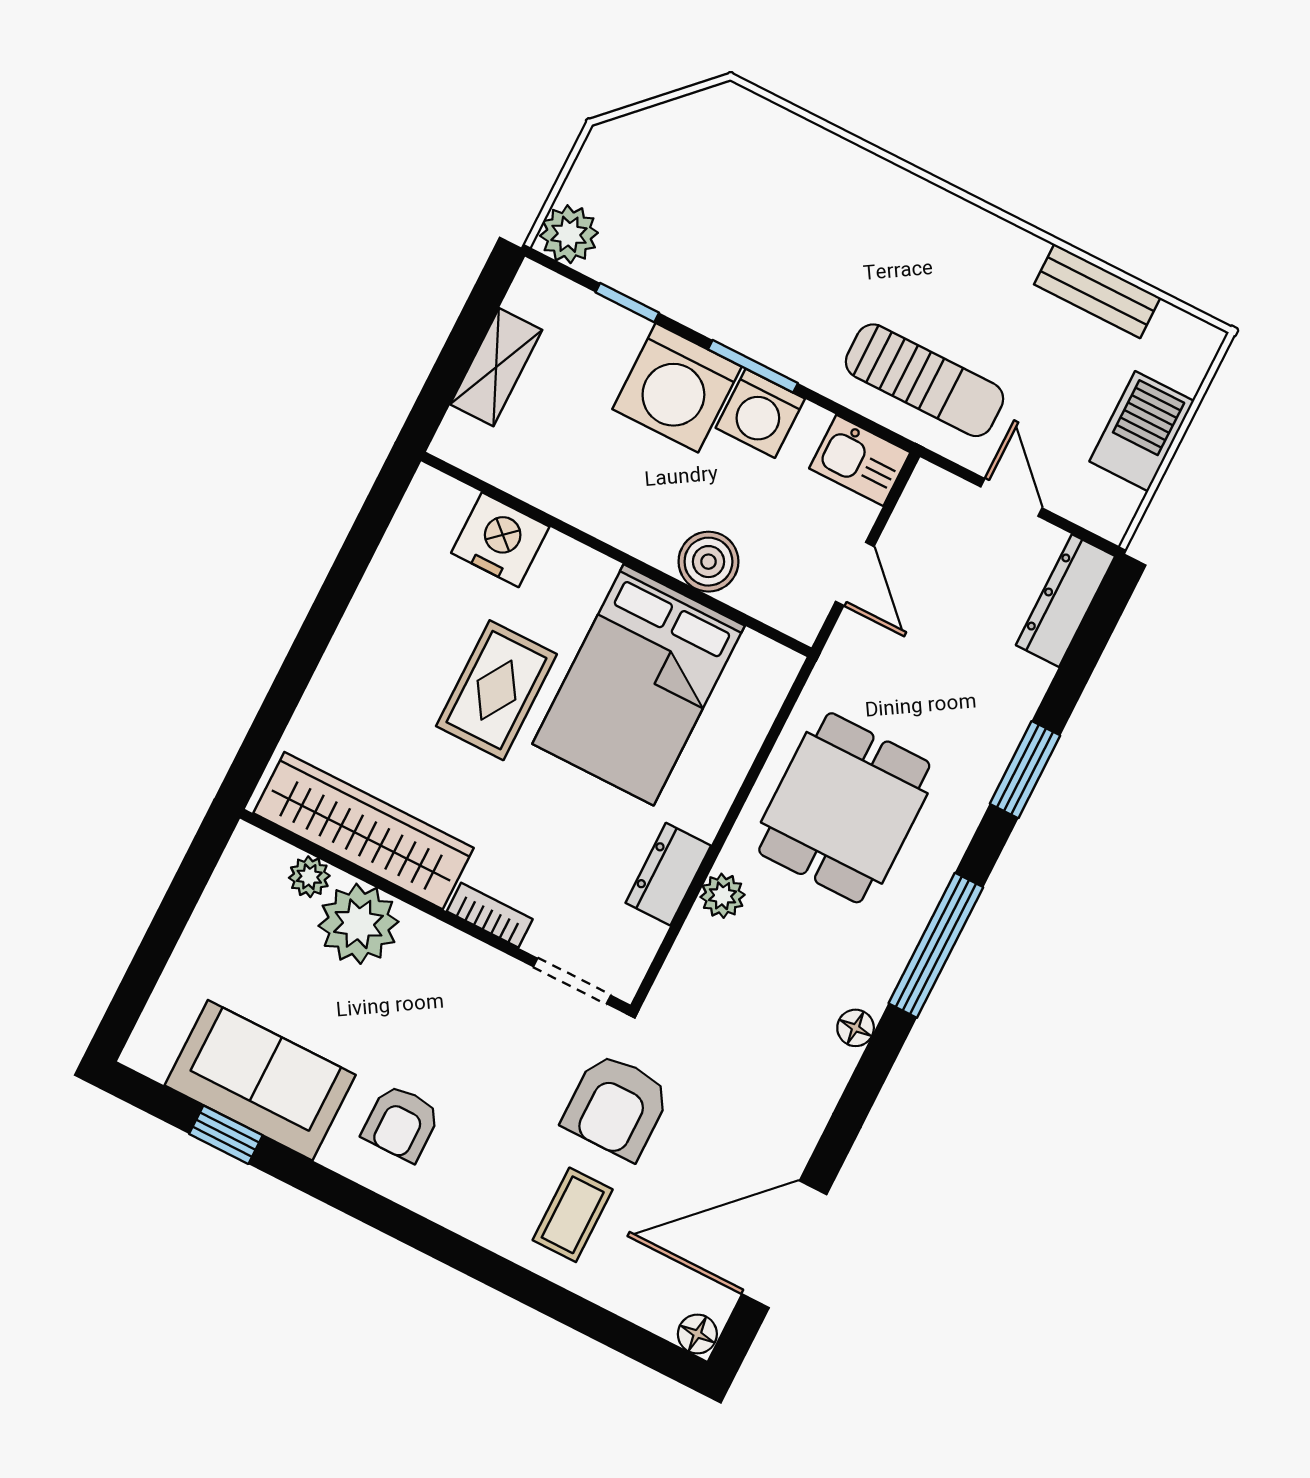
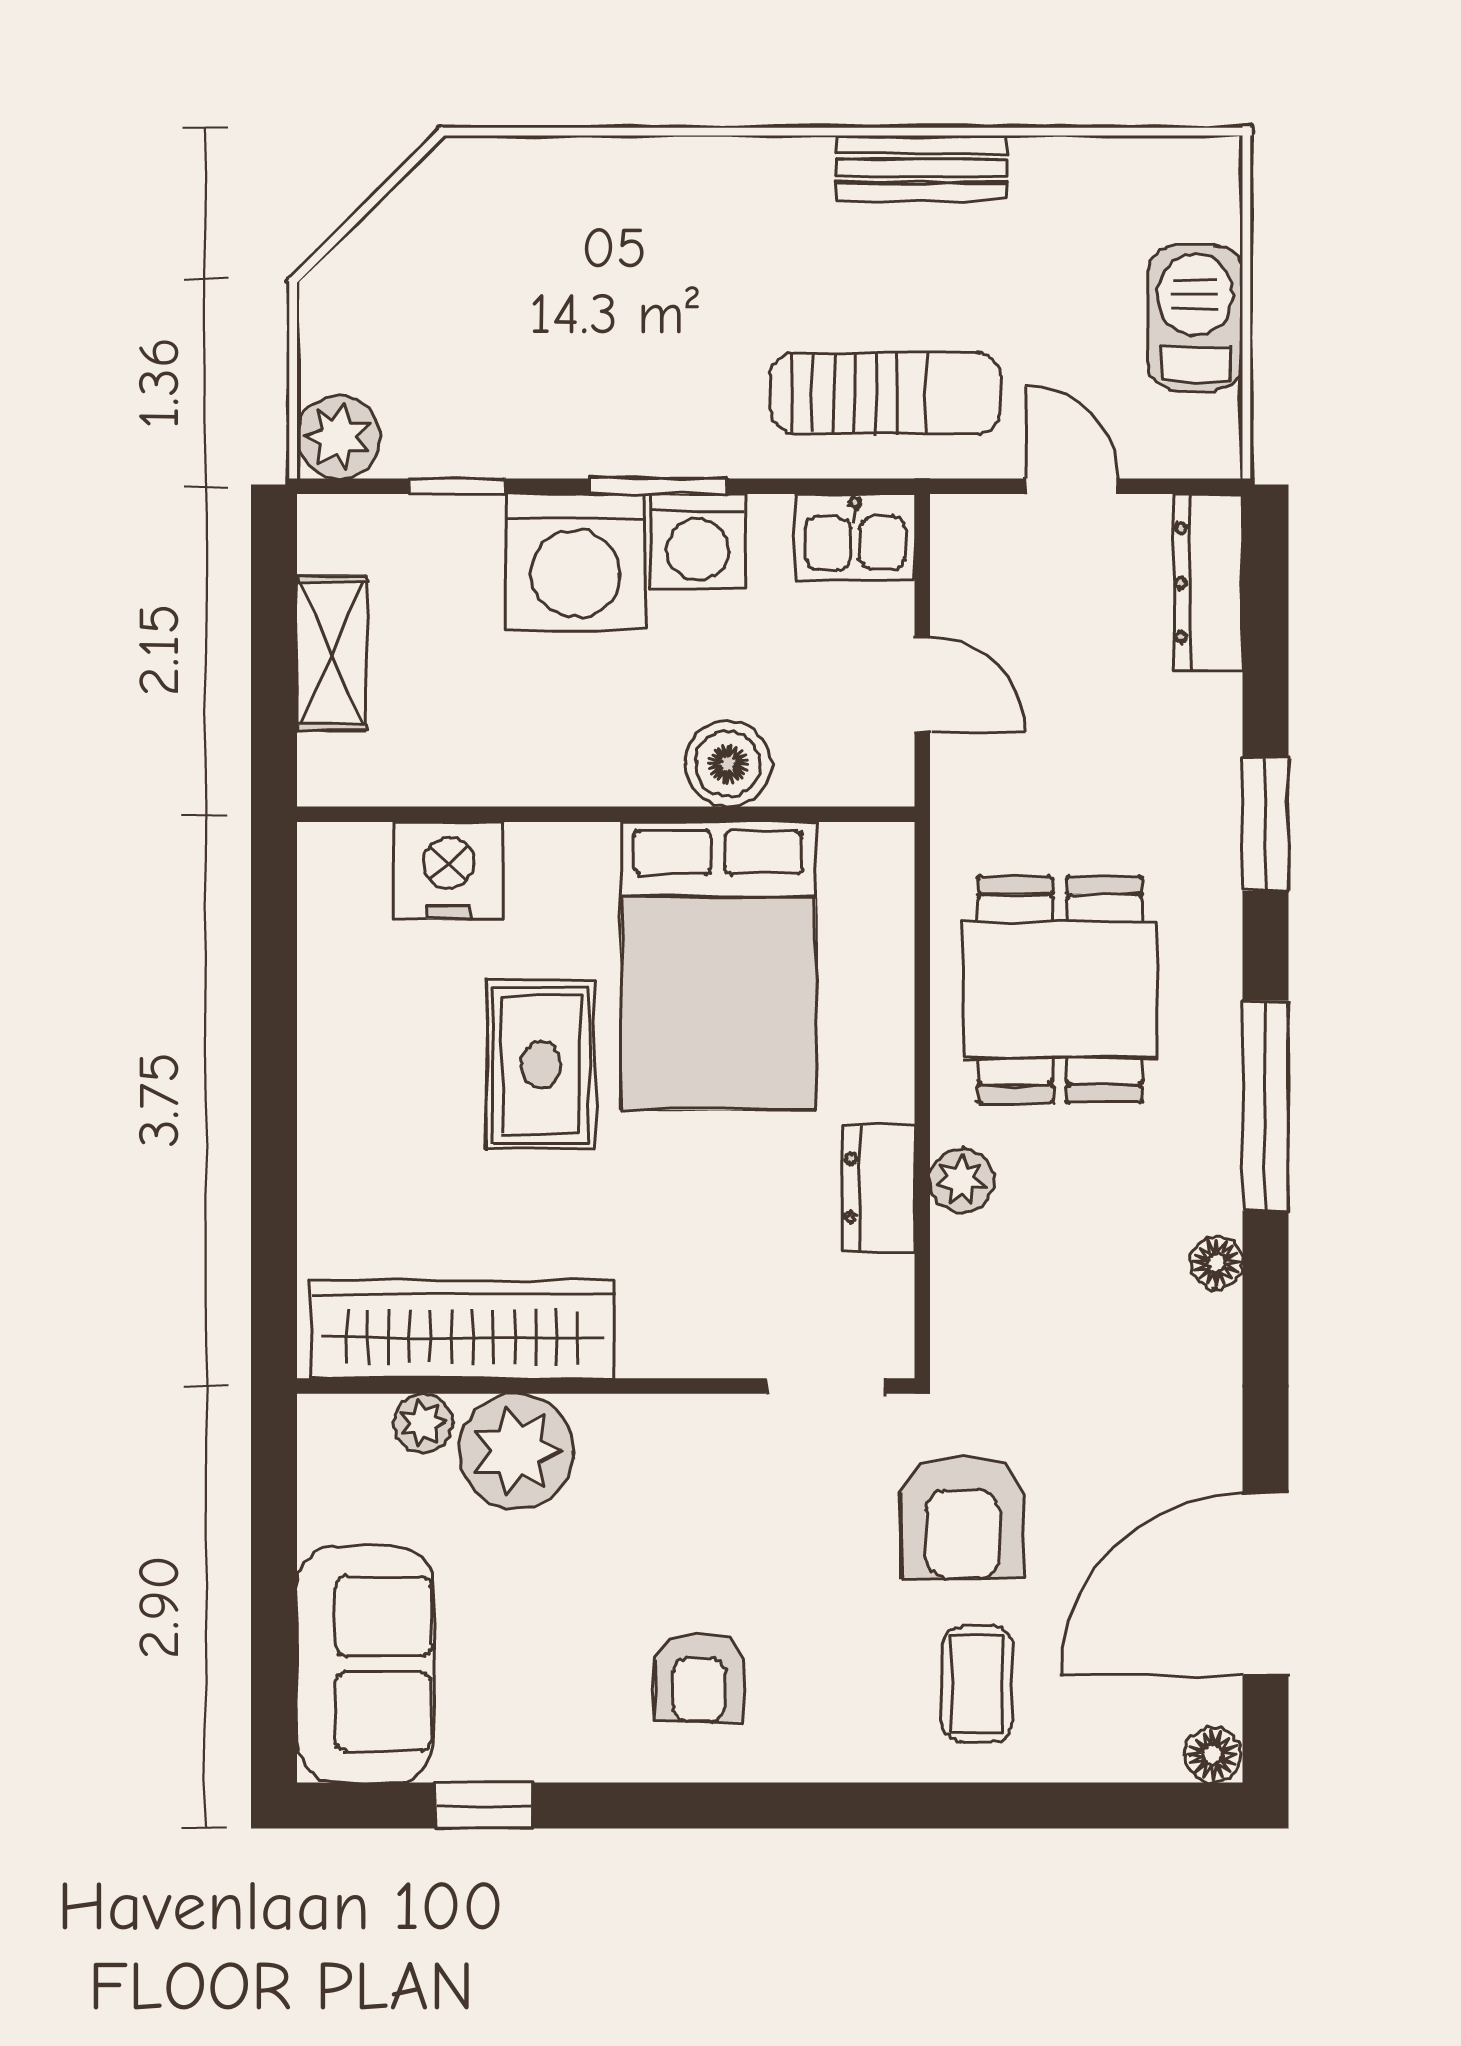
bench: (1097, 291) -> (922, 168), moved
bookcase: (490, 915) -> (678, 1356), removed
sofa: (260, 1080) -> (366, 1664), moved, turned 90

